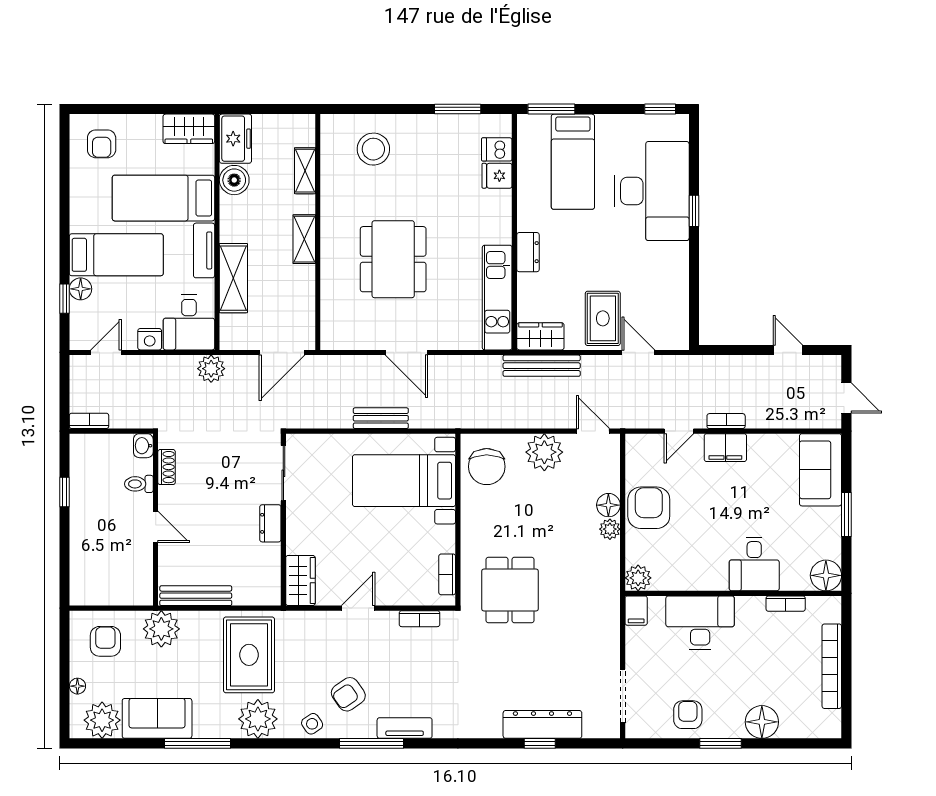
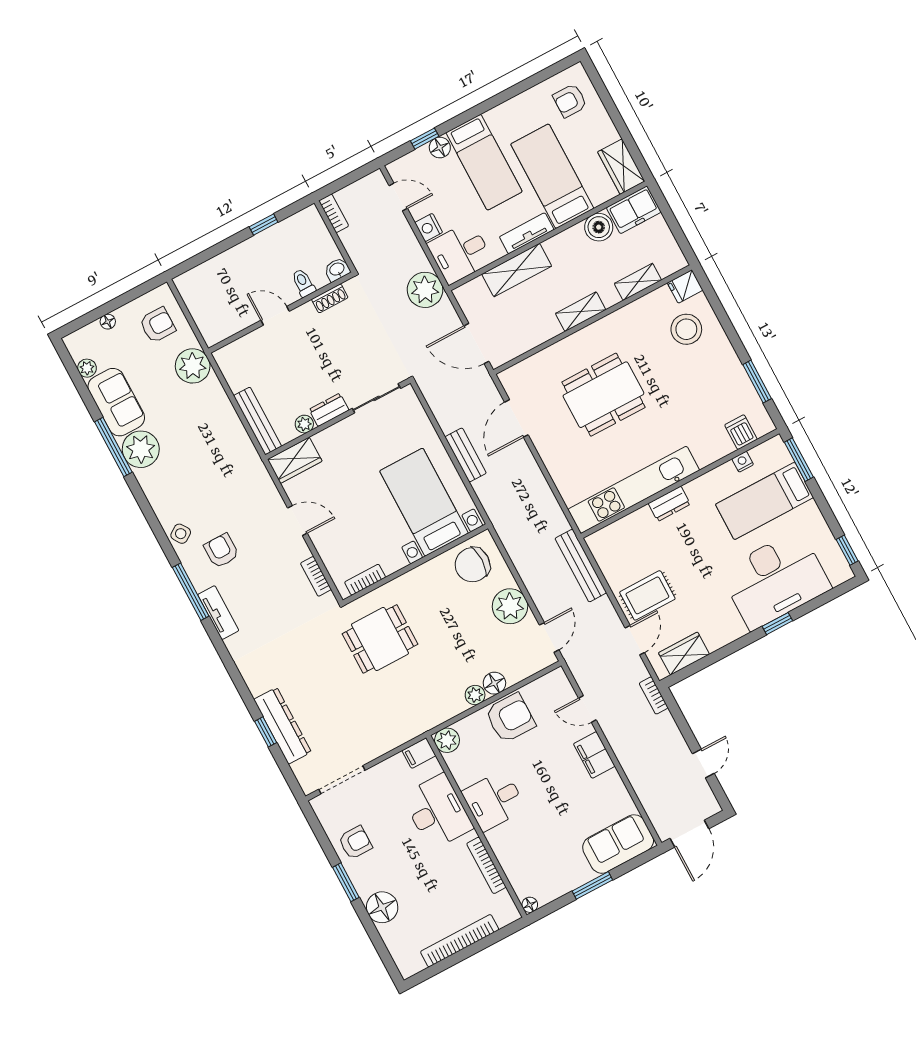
nightstand: (525, 163) -> (743, 462), added
fridge: (497, 176) -> (685, 286), moved, turned -90
kitchen unit: (497, 298) -> (634, 490), width x1.36
wardrobe: (540, 336) -> (684, 654), moved, turned -90
door: (406, 352) -> (516, 418), moved
plant: (211, 369) -> (425, 290), width x1.36, depth x1.36
door: (846, 398) -> (689, 834), width x1.38
bookcase: (726, 421) -> (654, 695), moved, turned 180
door: (156, 527) -> (275, 316), swing flipped
plant: (271, 554) -> (304, 424), added
desk: (754, 564) -> (494, 800), moved
floor lamp: (826, 575) -> (530, 905), width x0.53, depth x0.53
bench: (196, 596) -> (258, 421), moved
bookcase: (786, 604) -> (486, 865), width x1.56
rug: (249, 655) -> (210, 451), removed
armchair: (348, 694) -> (221, 551), turned 35
plant: (258, 719) -> (141, 449), moved
plant: (102, 720) -> (87, 368), width x0.53, depth x0.53

